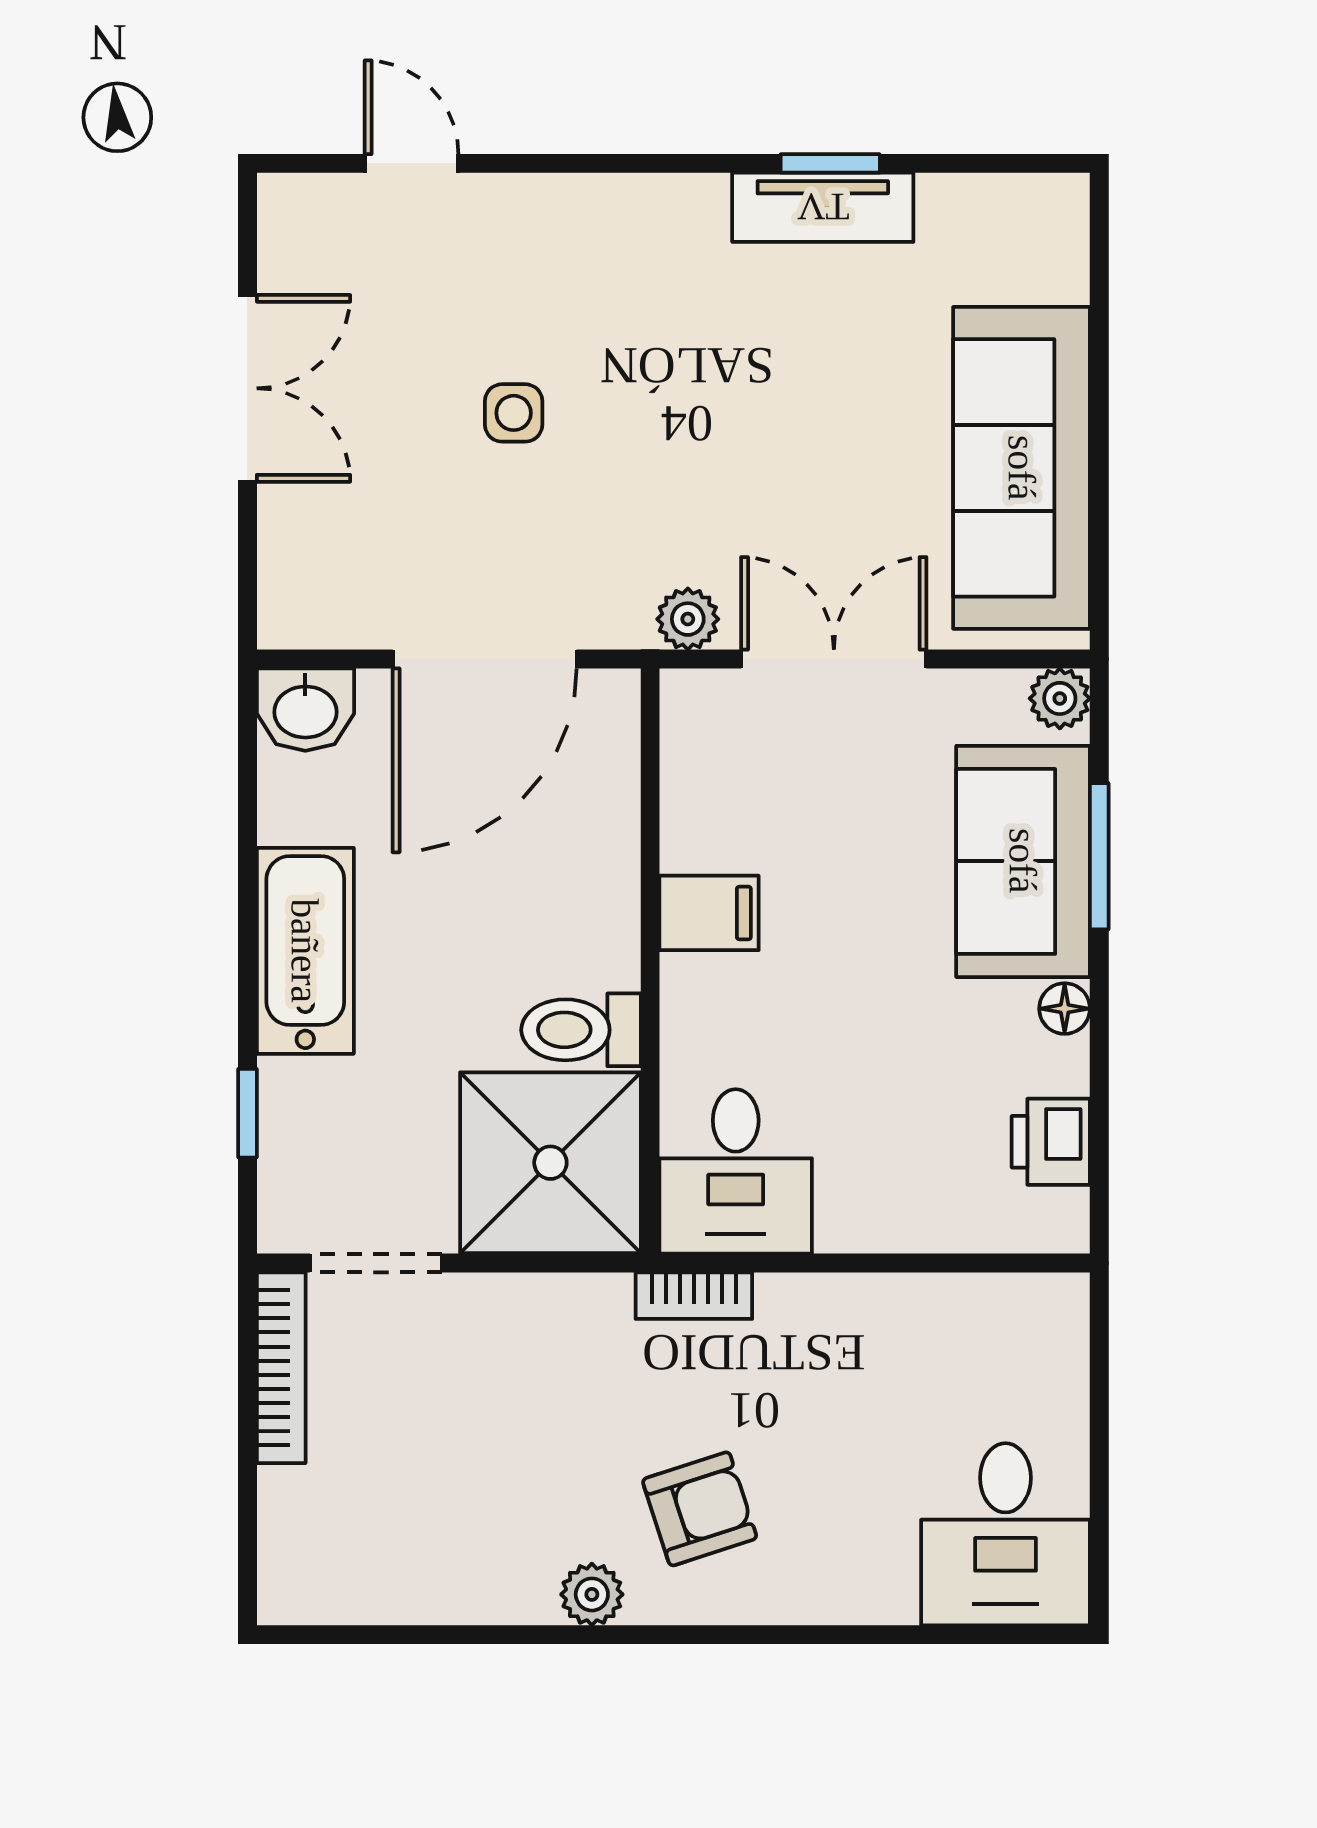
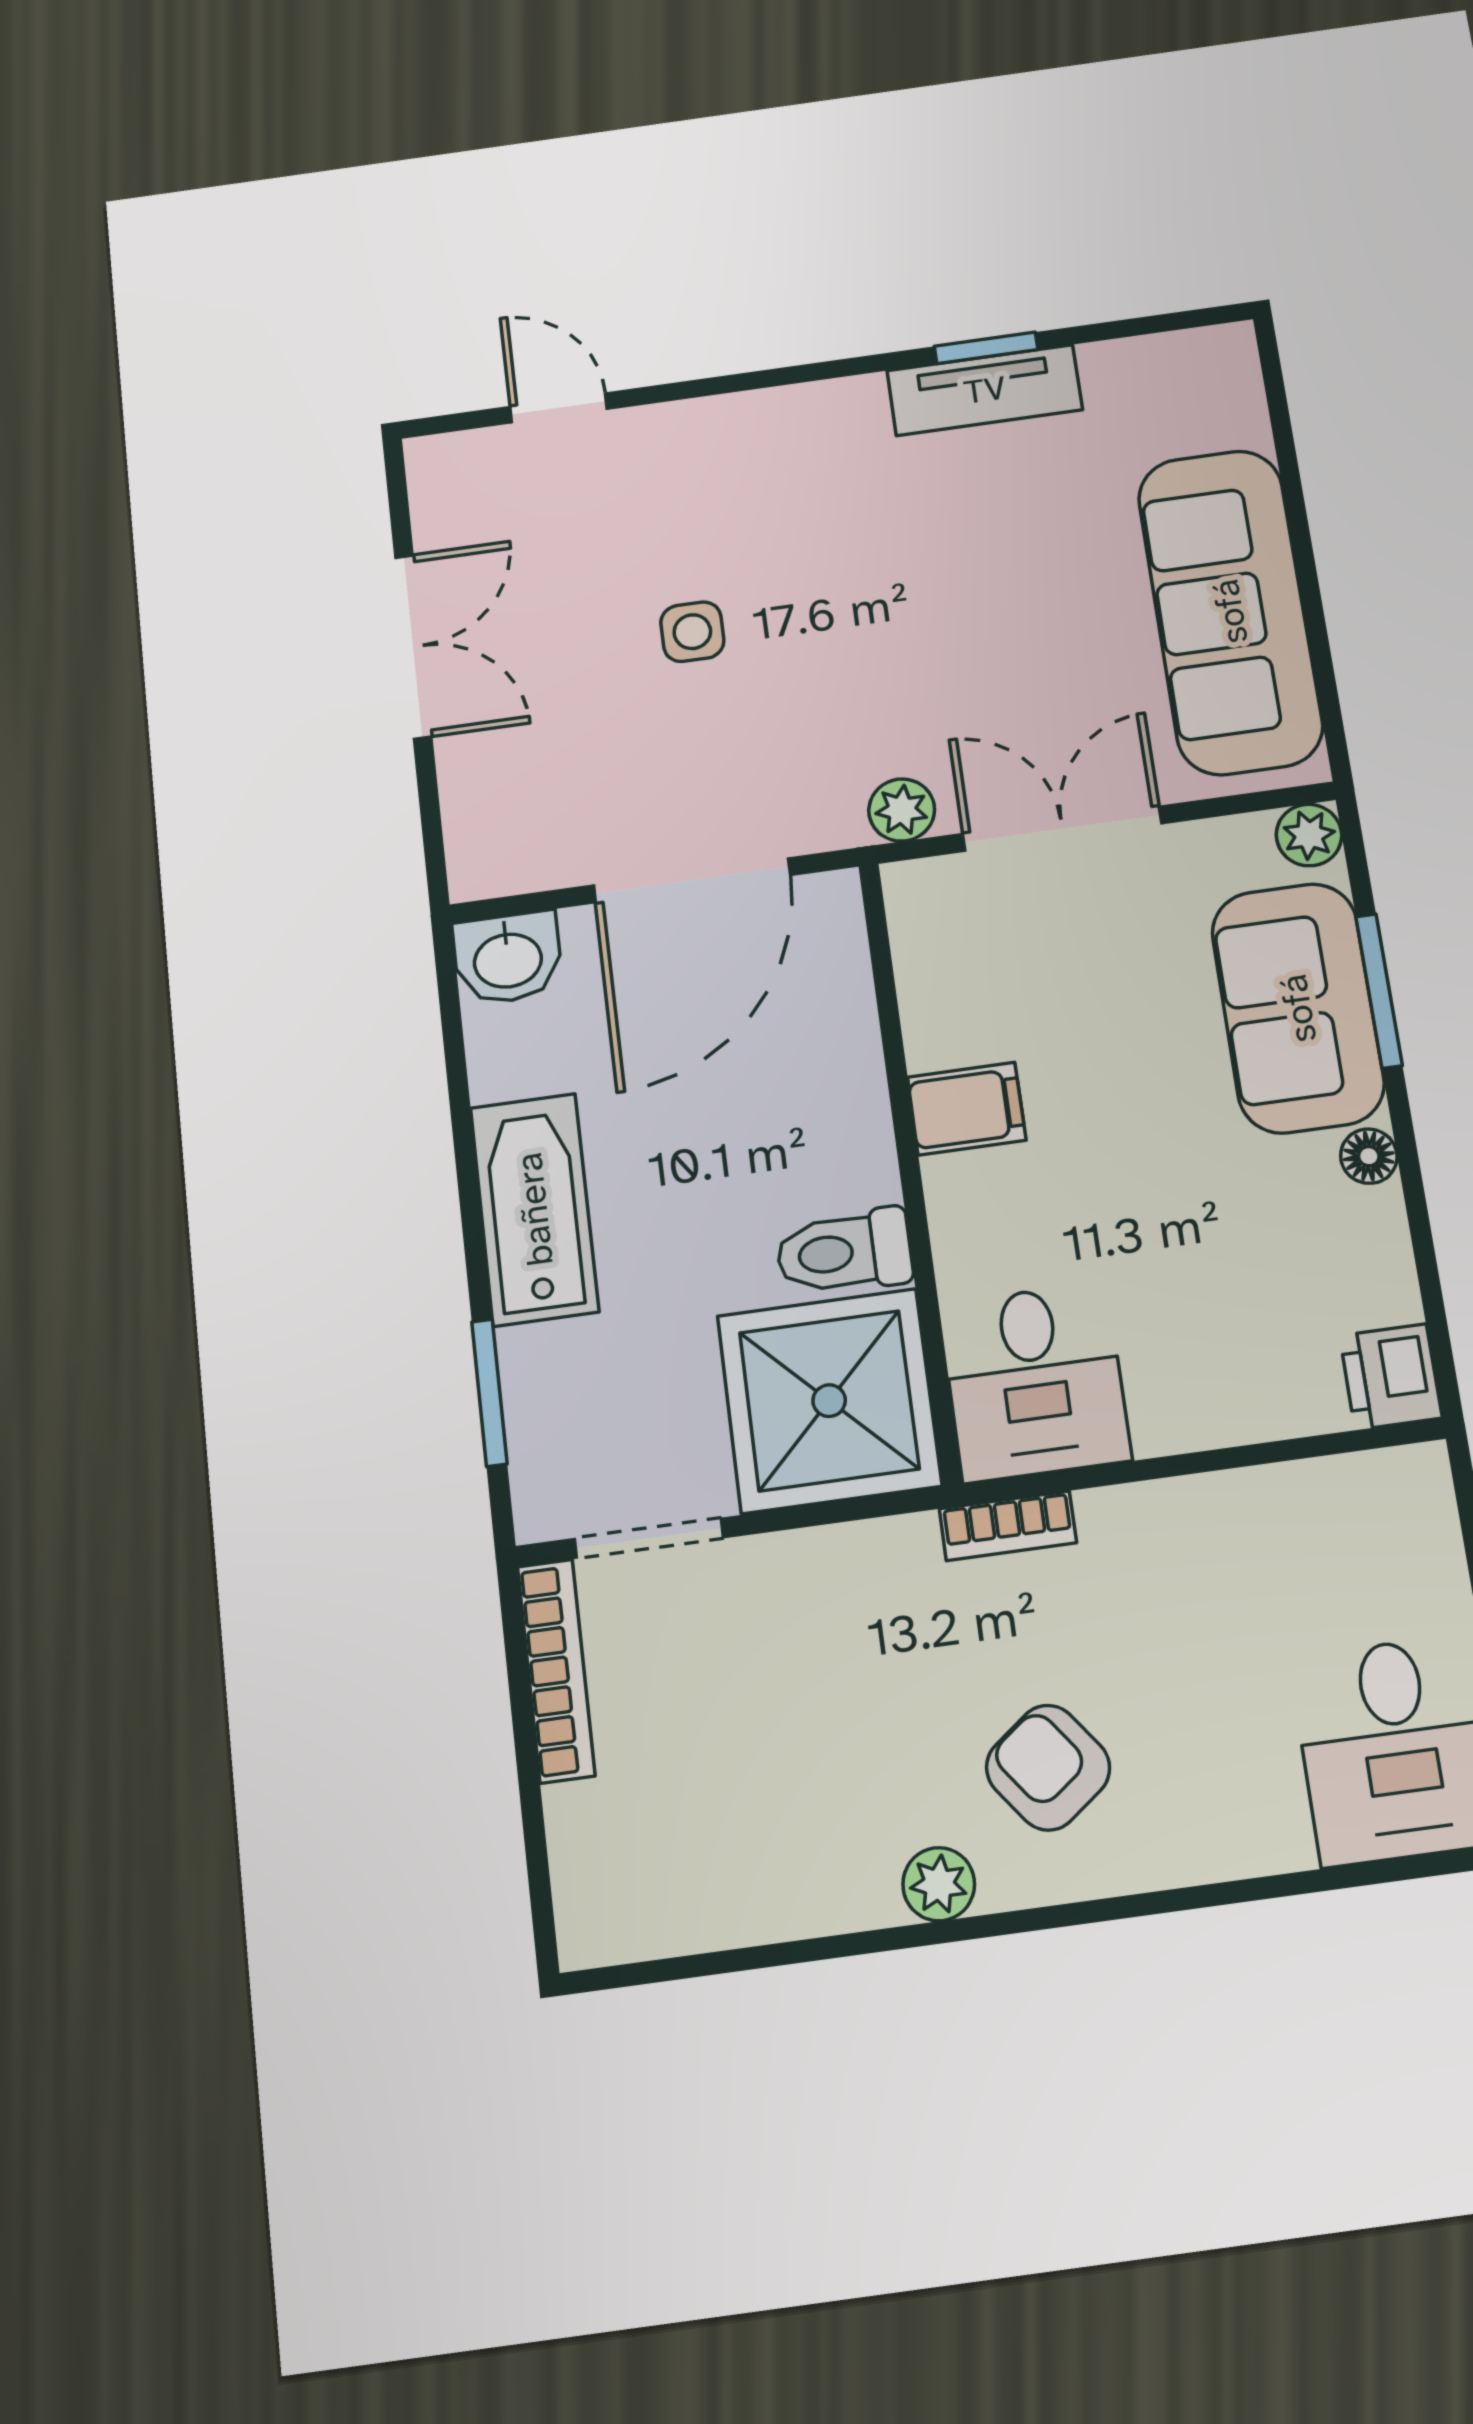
window: (247, 1113) -> (489, 1393), width x1.50
printer: (1051, 1142) -> (1391, 1377), moved
armchair: (700, 1509) -> (1048, 1768), turned -109

